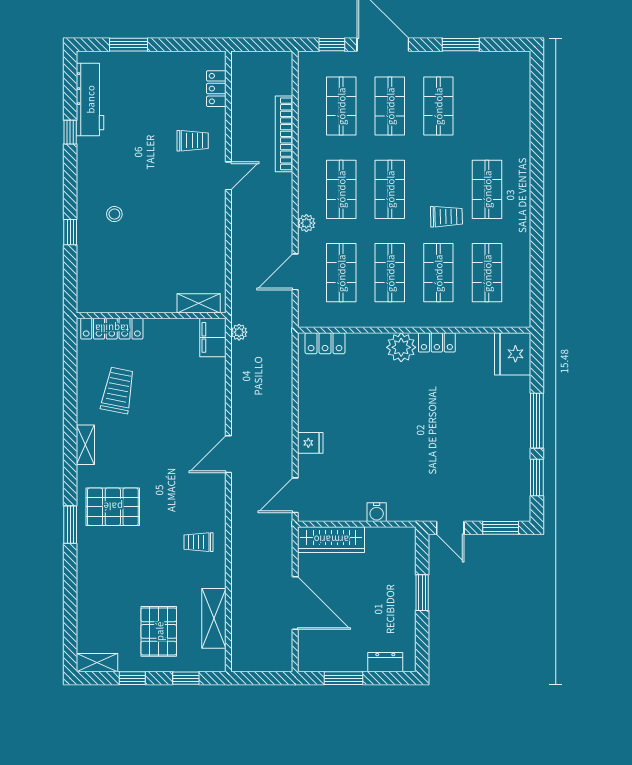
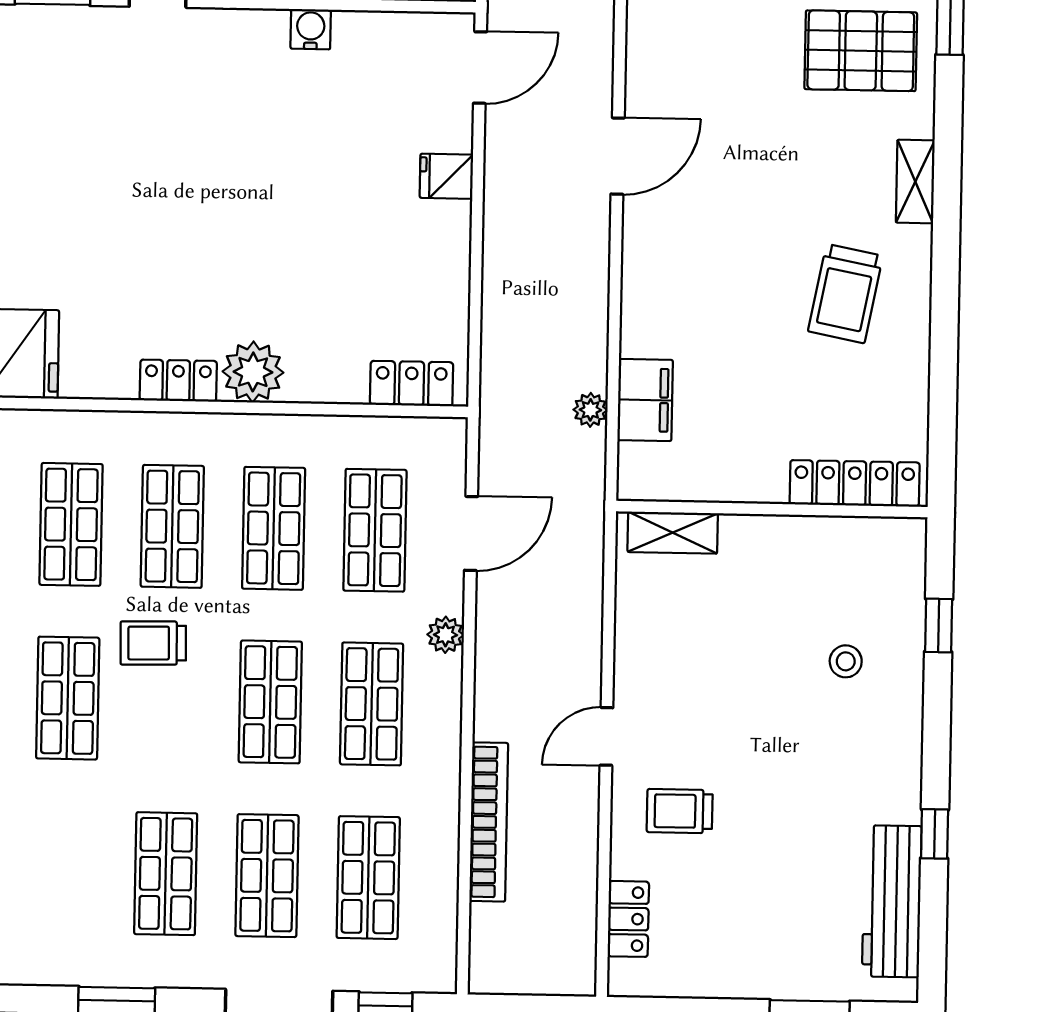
shelving: (199, 303) -> (673, 533), moved
wall: (151, 316) -> (772, 509), moved
locker: (112, 329) -> (855, 483), moved

